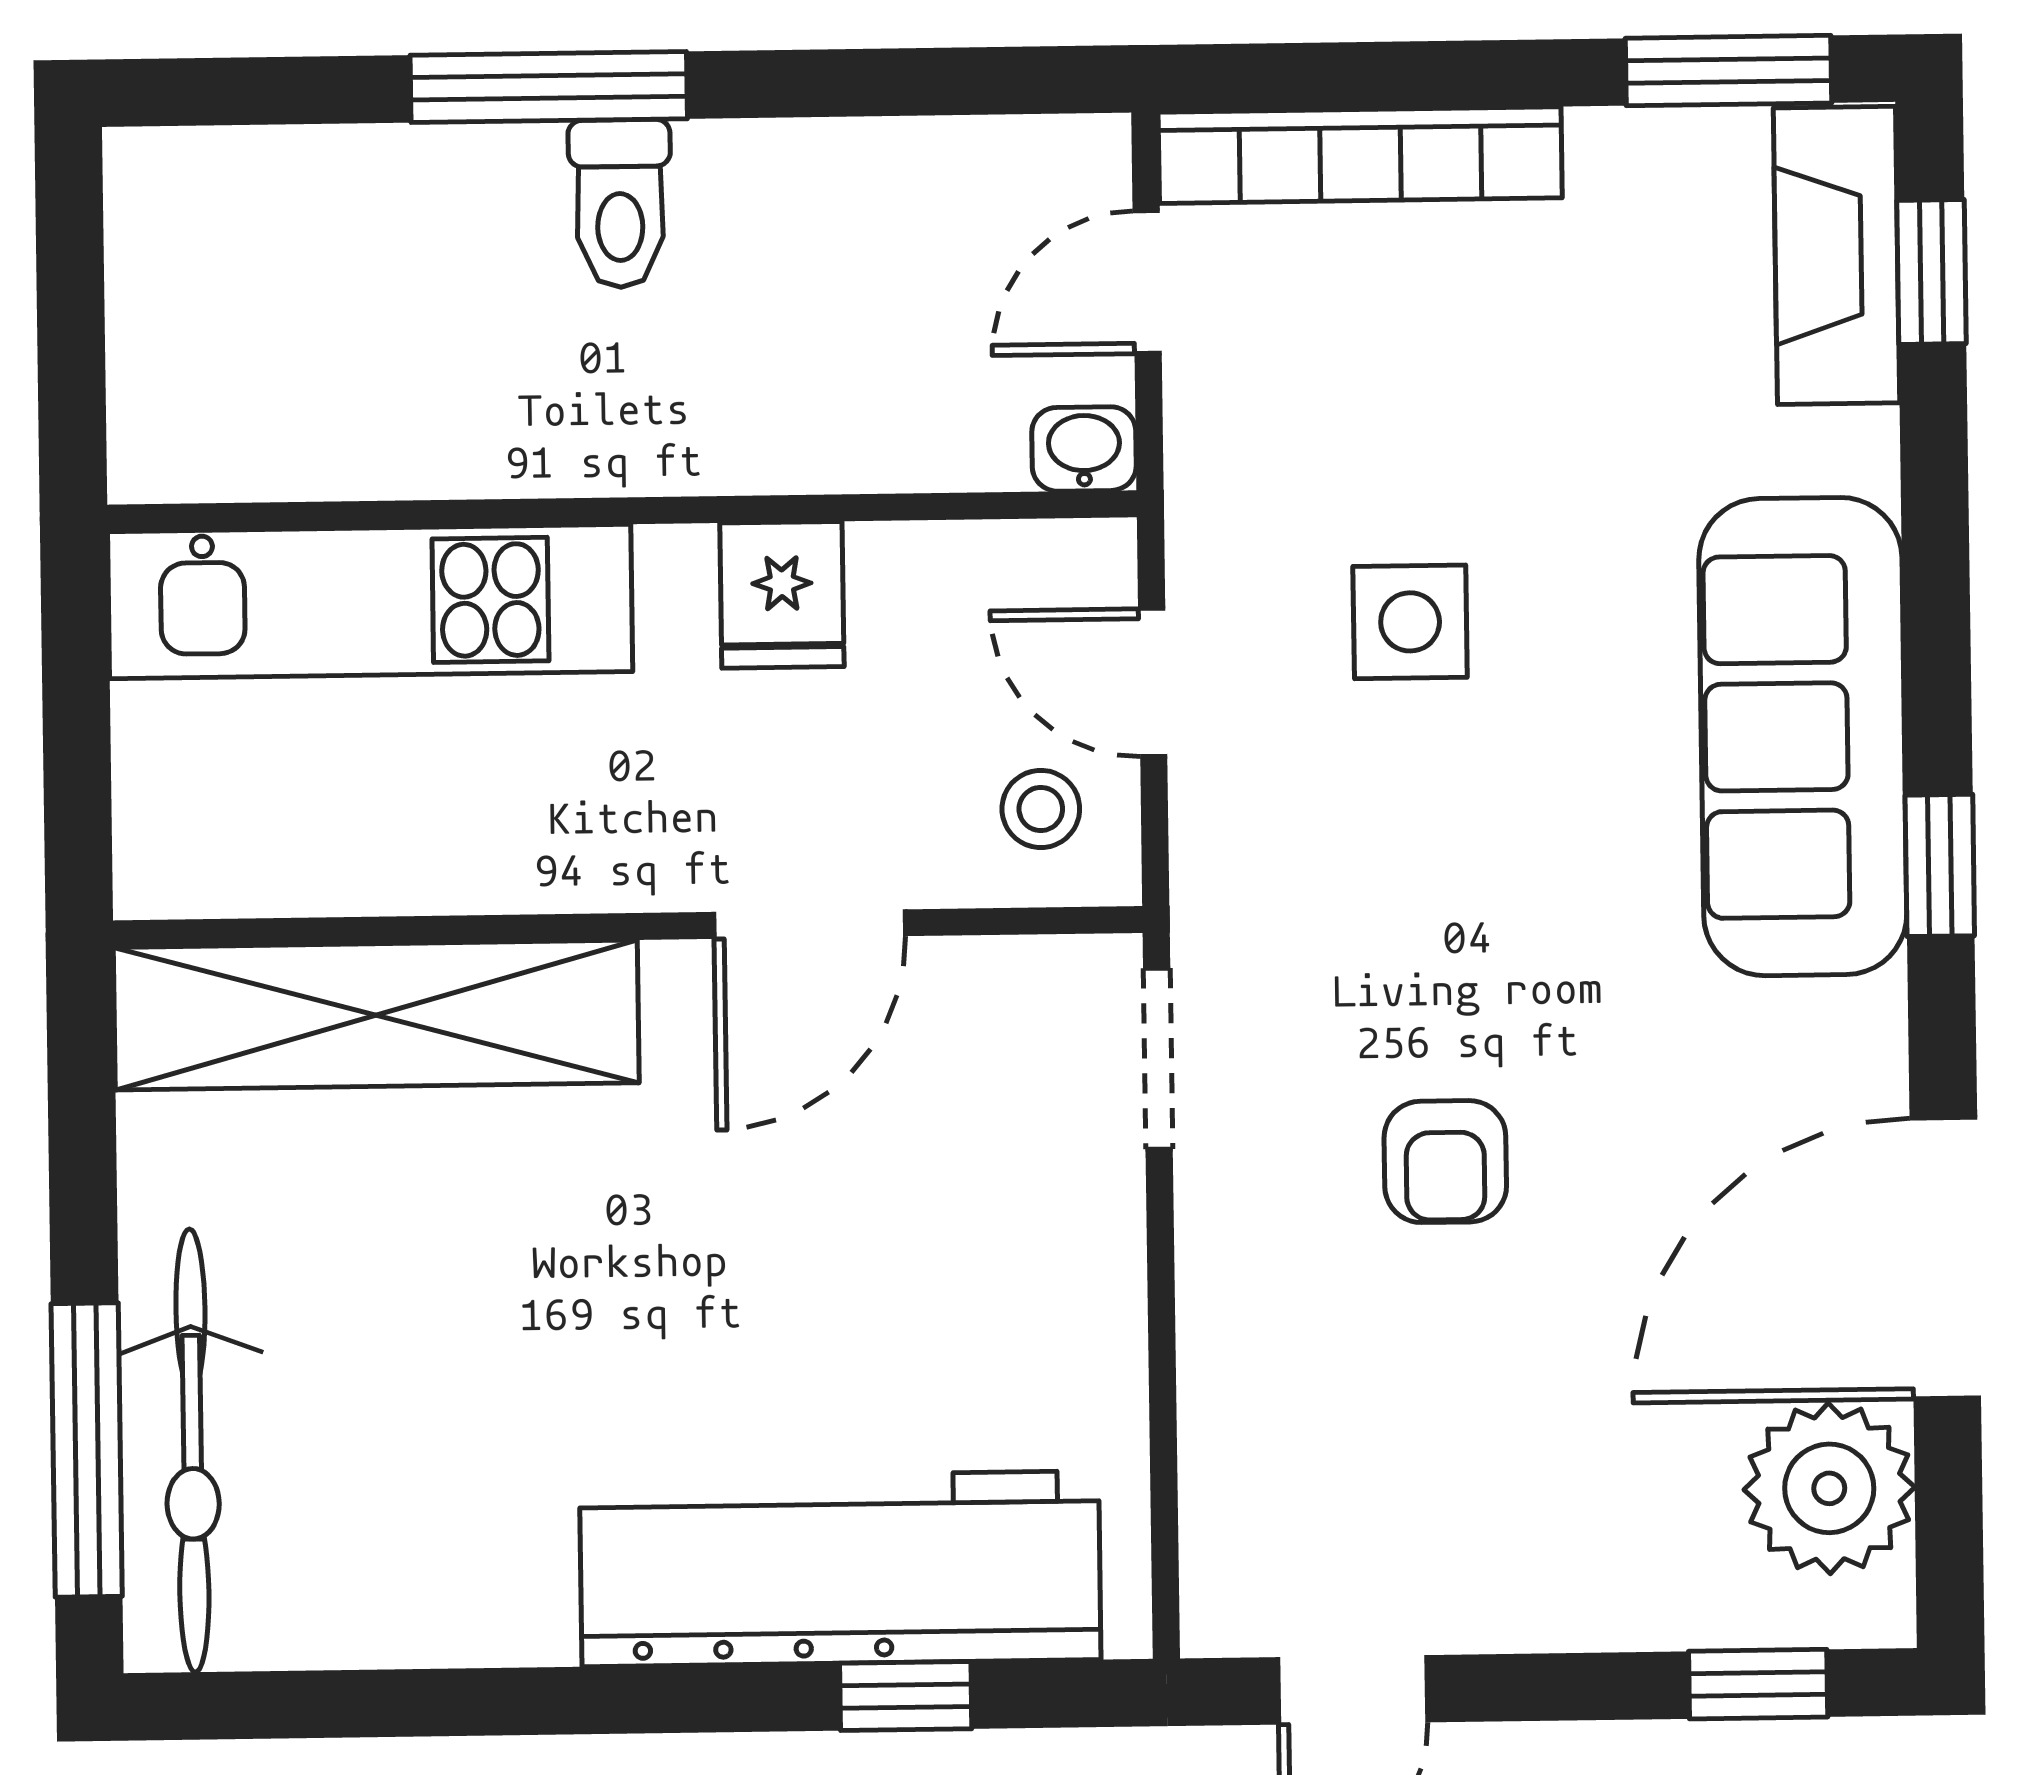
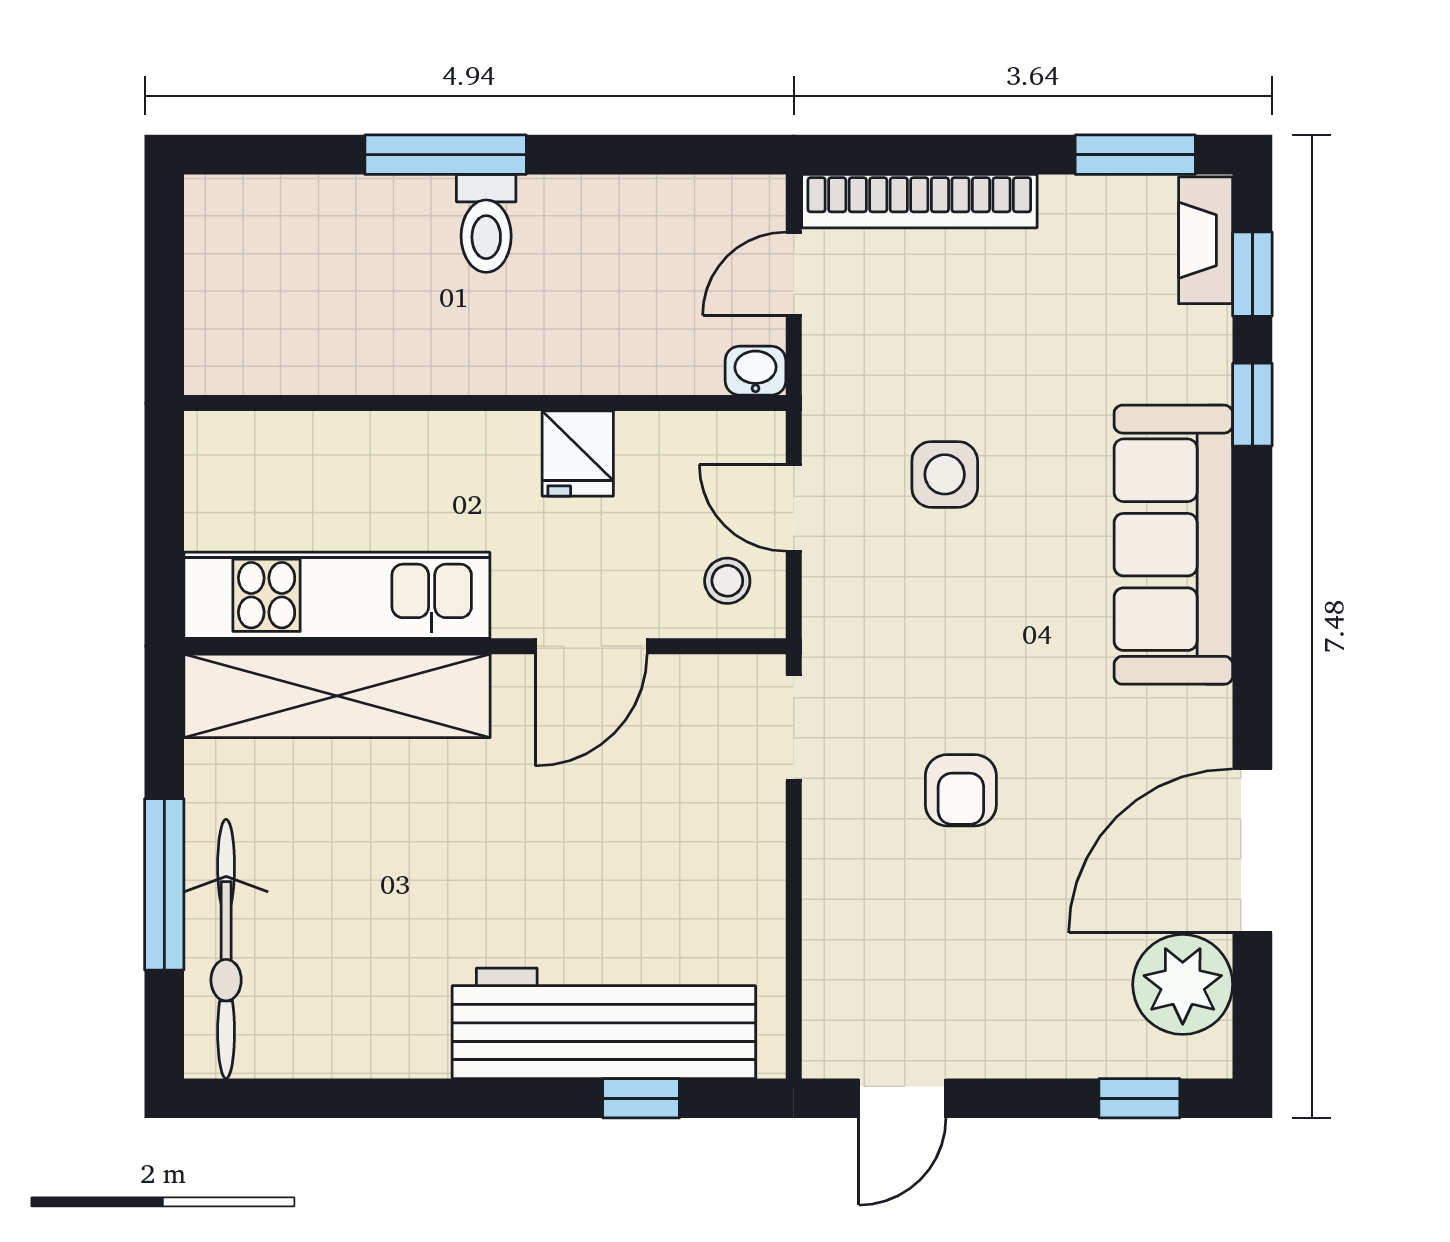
fireplace: (1837, 255) -> (1206, 240), width x0.73, depth x0.76
kitchen unit: (370, 602) -> (337, 595), moved, turned 180
window: (1940, 865) -> (1252, 405), moved
window: (87, 1450) -> (164, 884), moved

